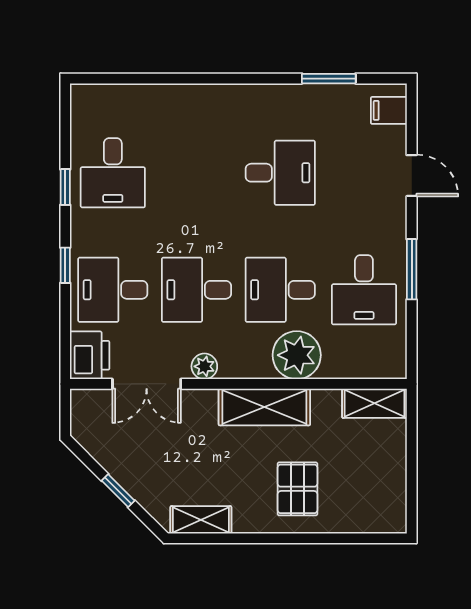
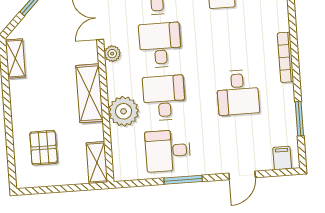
bookcase: (230, 93) -> (286, 57), added
pallet: (297, 489) -> (44, 148), moved, turned 90

